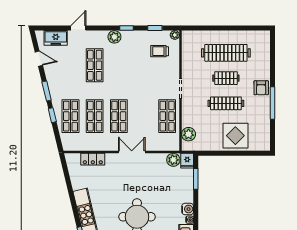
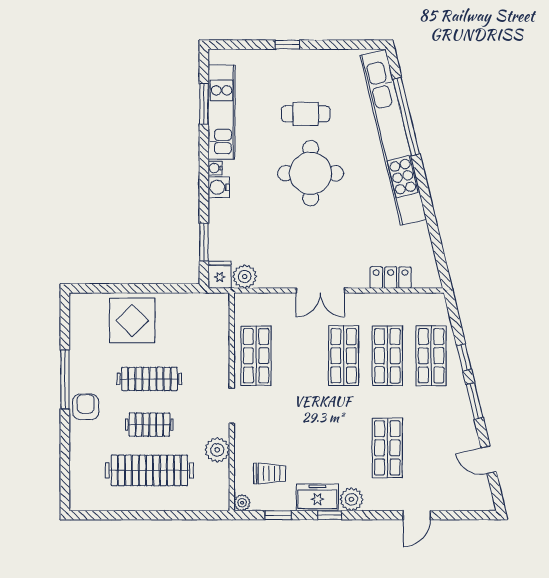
freezer: (56, 38) -> (317, 497), moved
plant: (189, 134) -> (217, 450), moved

